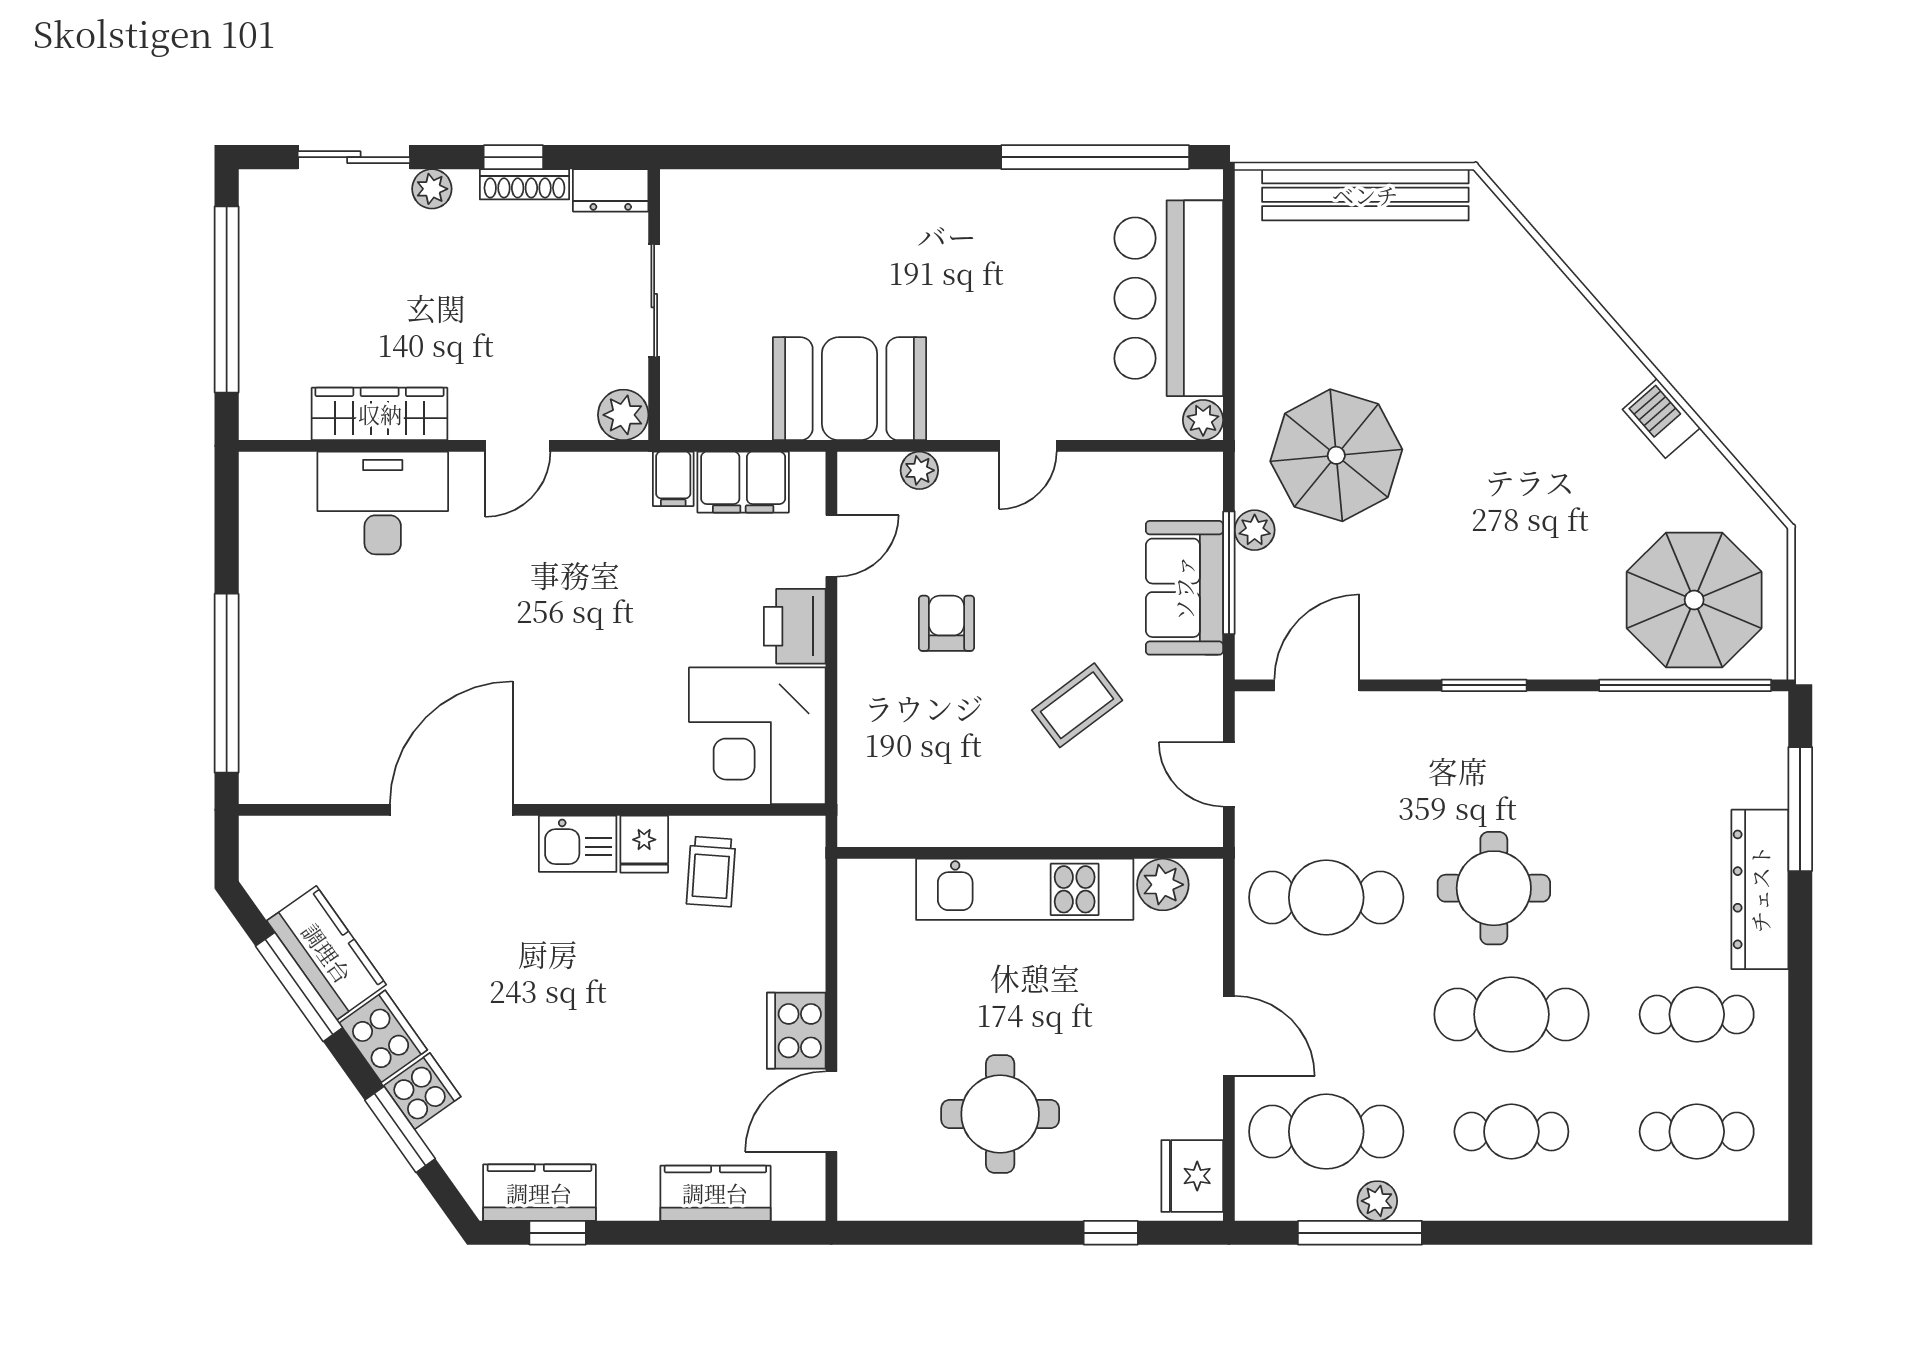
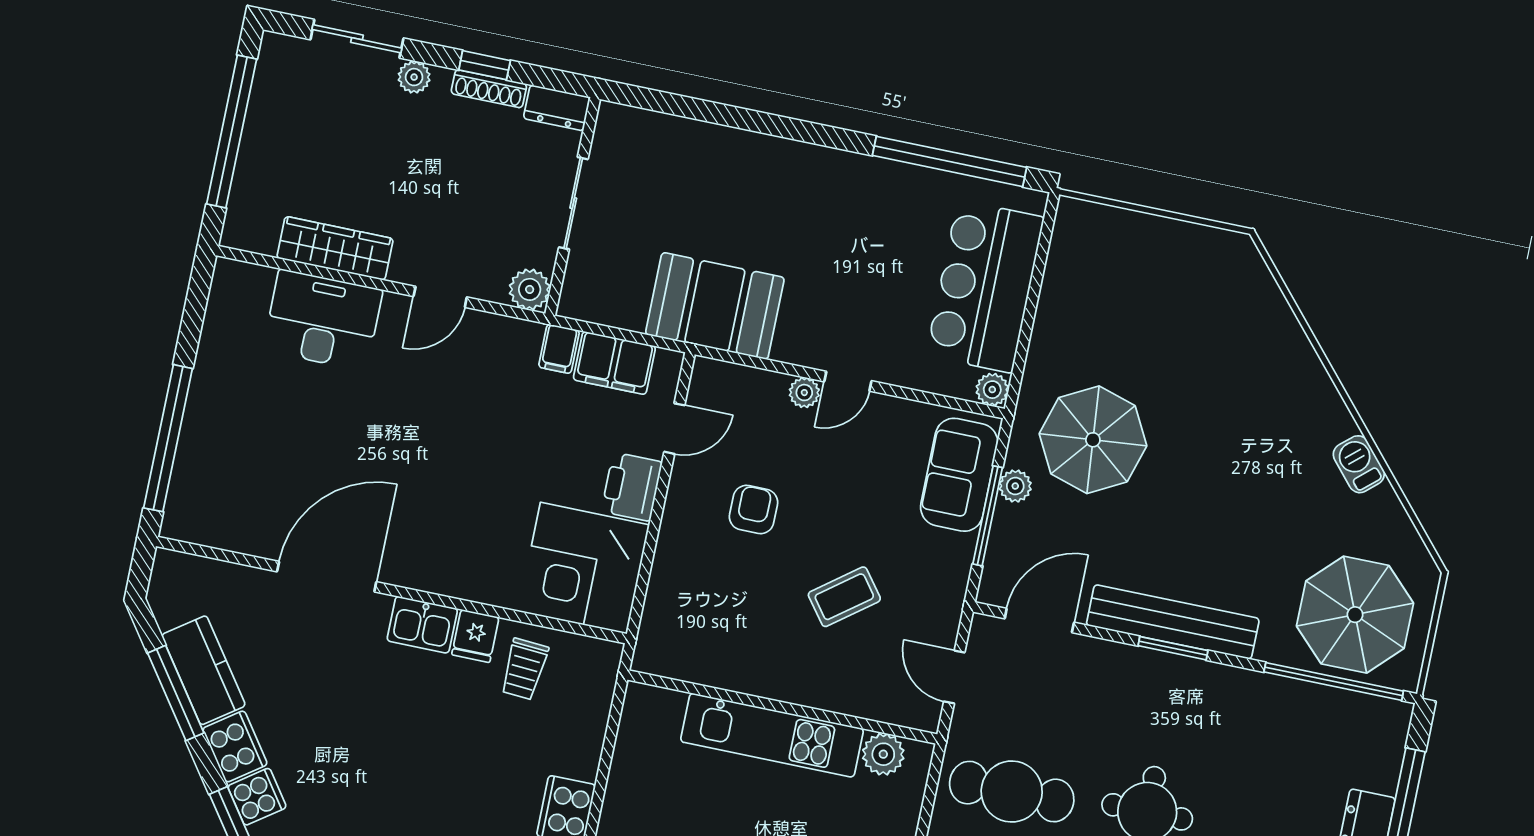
bench: (1365, 195) -> (1173, 622), moved
plant: (919, 470) -> (804, 393), moved
sofa: (1184, 588) -> (959, 475), moved

